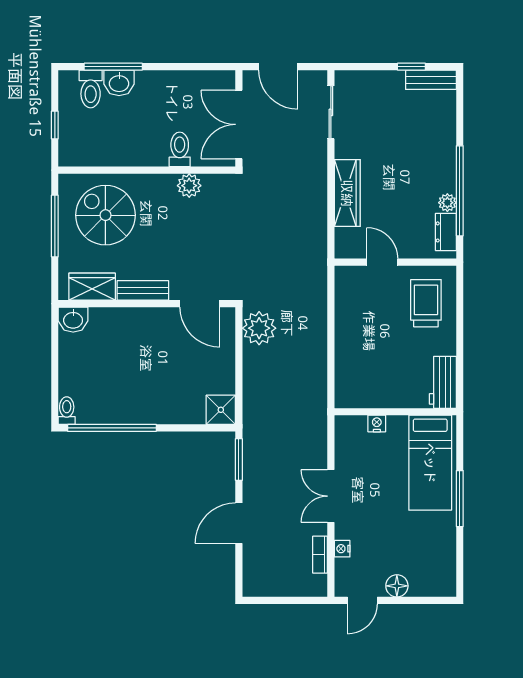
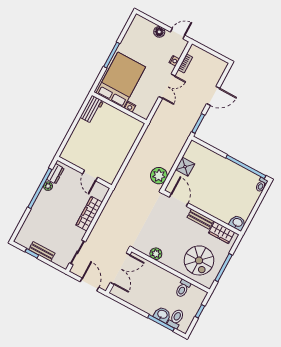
bench: (431, 80) -> (42, 251), moved
toilet: (180, 149) -> (183, 288), moved
trolley: (426, 303) -> (81, 148), removed
shower: (221, 410) -> (185, 167), moved
bed: (430, 463) -> (121, 80), width x1.50

